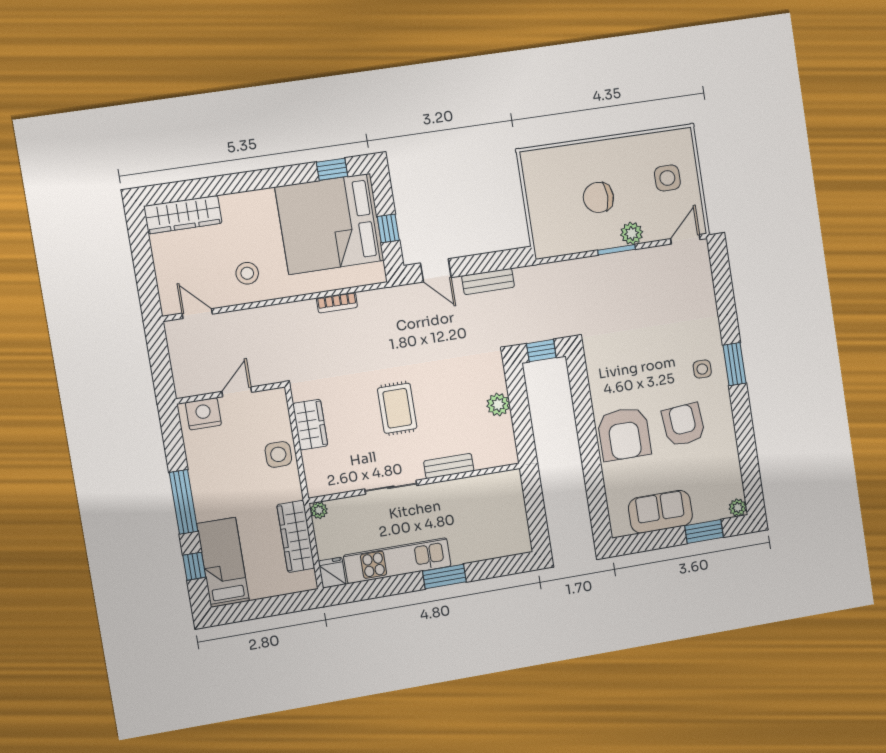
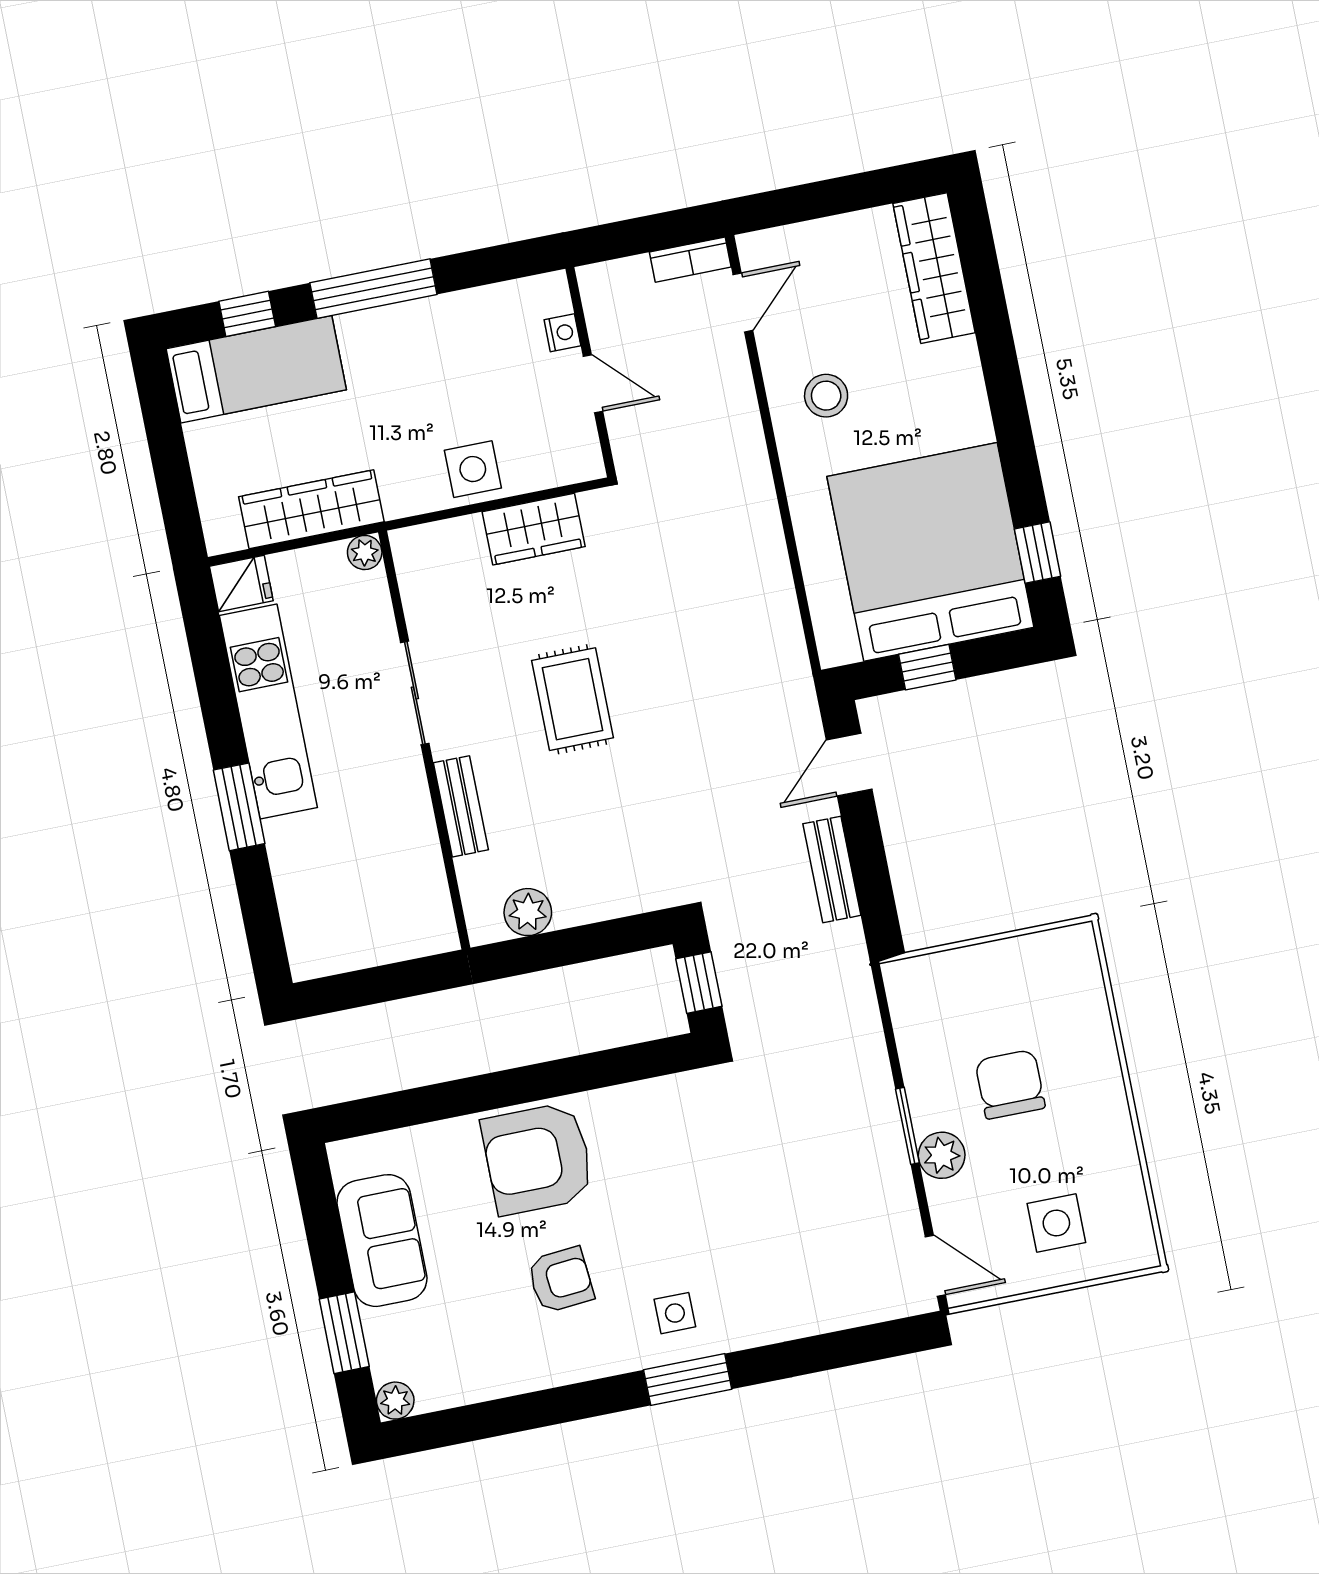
bookcase: (337, 303) -> (690, 260), moved, turned -90
plant: (498, 405) -> (528, 912), moved
rug: (397, 408) -> (572, 699), turned 90
nightstand: (203, 414) -> (562, 333), width x0.53, depth x0.56
armchair: (684, 425) -> (561, 1280), width x0.72, depth x0.72

